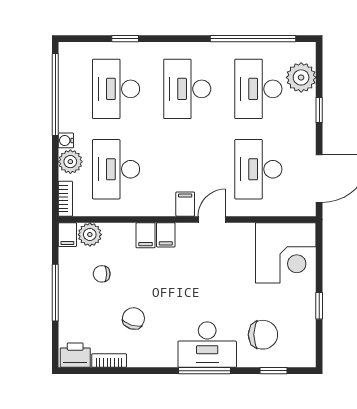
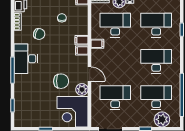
filing cabinet: (185, 204) -> (97, 44), moved
plant: (90, 235) -> (82, 89), moved
chair: (263, 335) -> (61, 81), moved, turned -90
desk: (207, 345) -> (26, 59), moved

